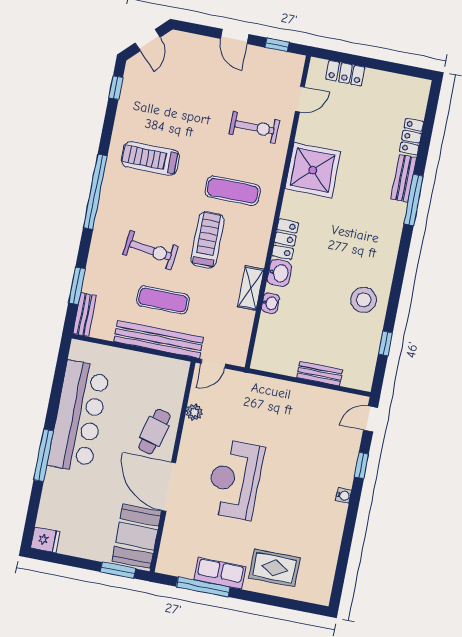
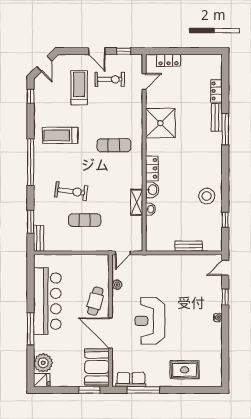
exercise bike: (254, 127) -> (110, 79), moved
treadmill: (207, 240) -> (79, 88), moved
bench: (159, 339) -> (87, 245), removed
plant: (53, 513) -> (43, 363), added
row of seats: (220, 573) -> (131, 380), moved

